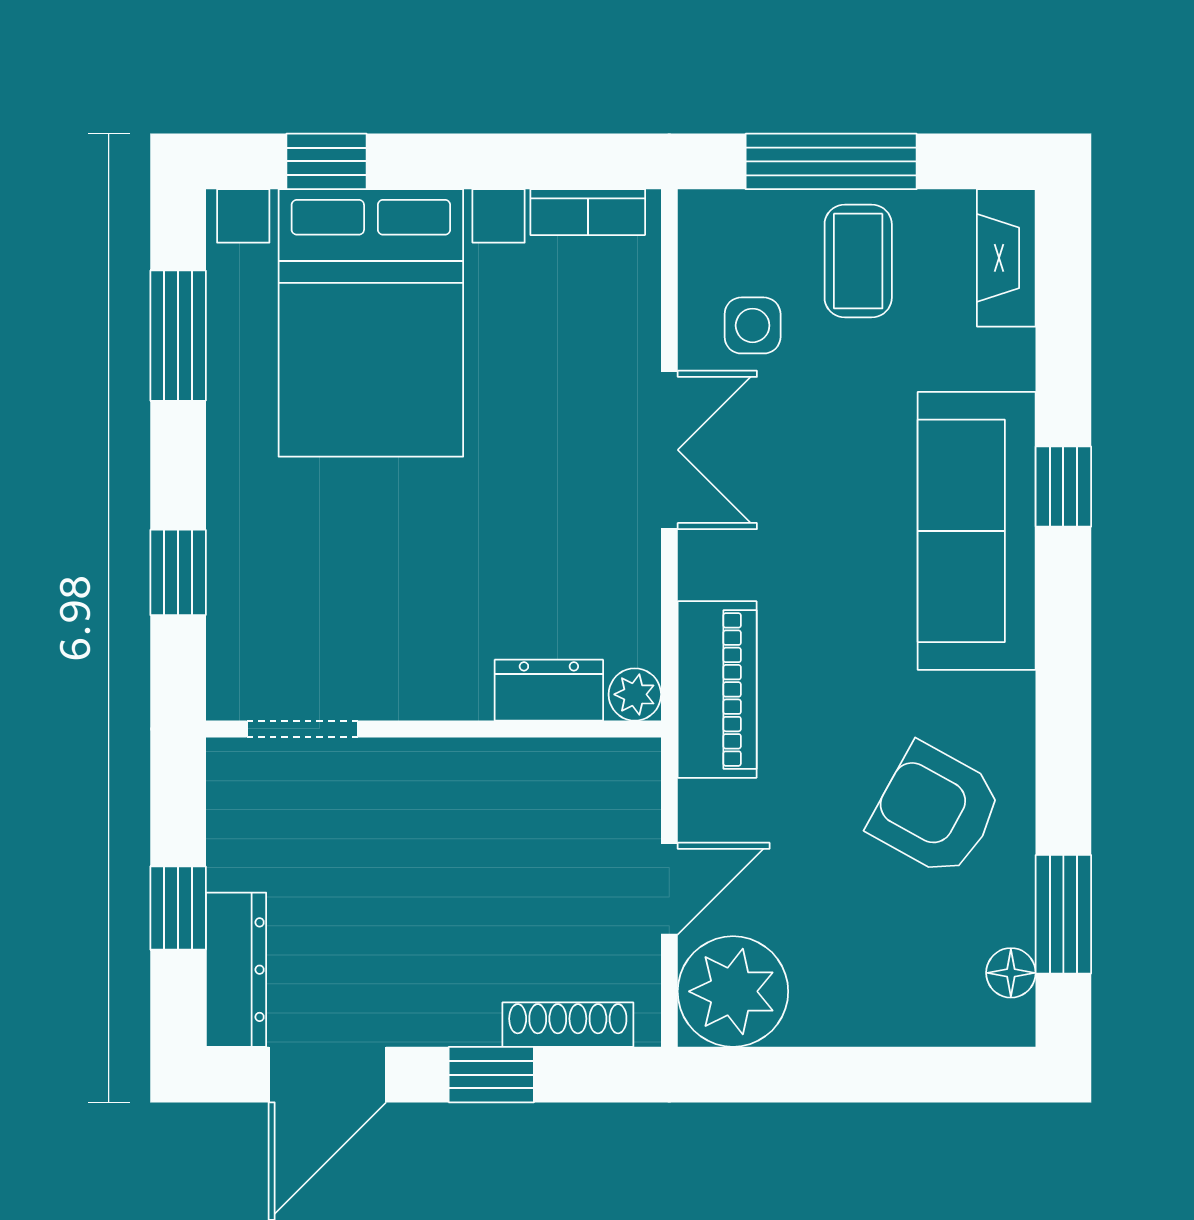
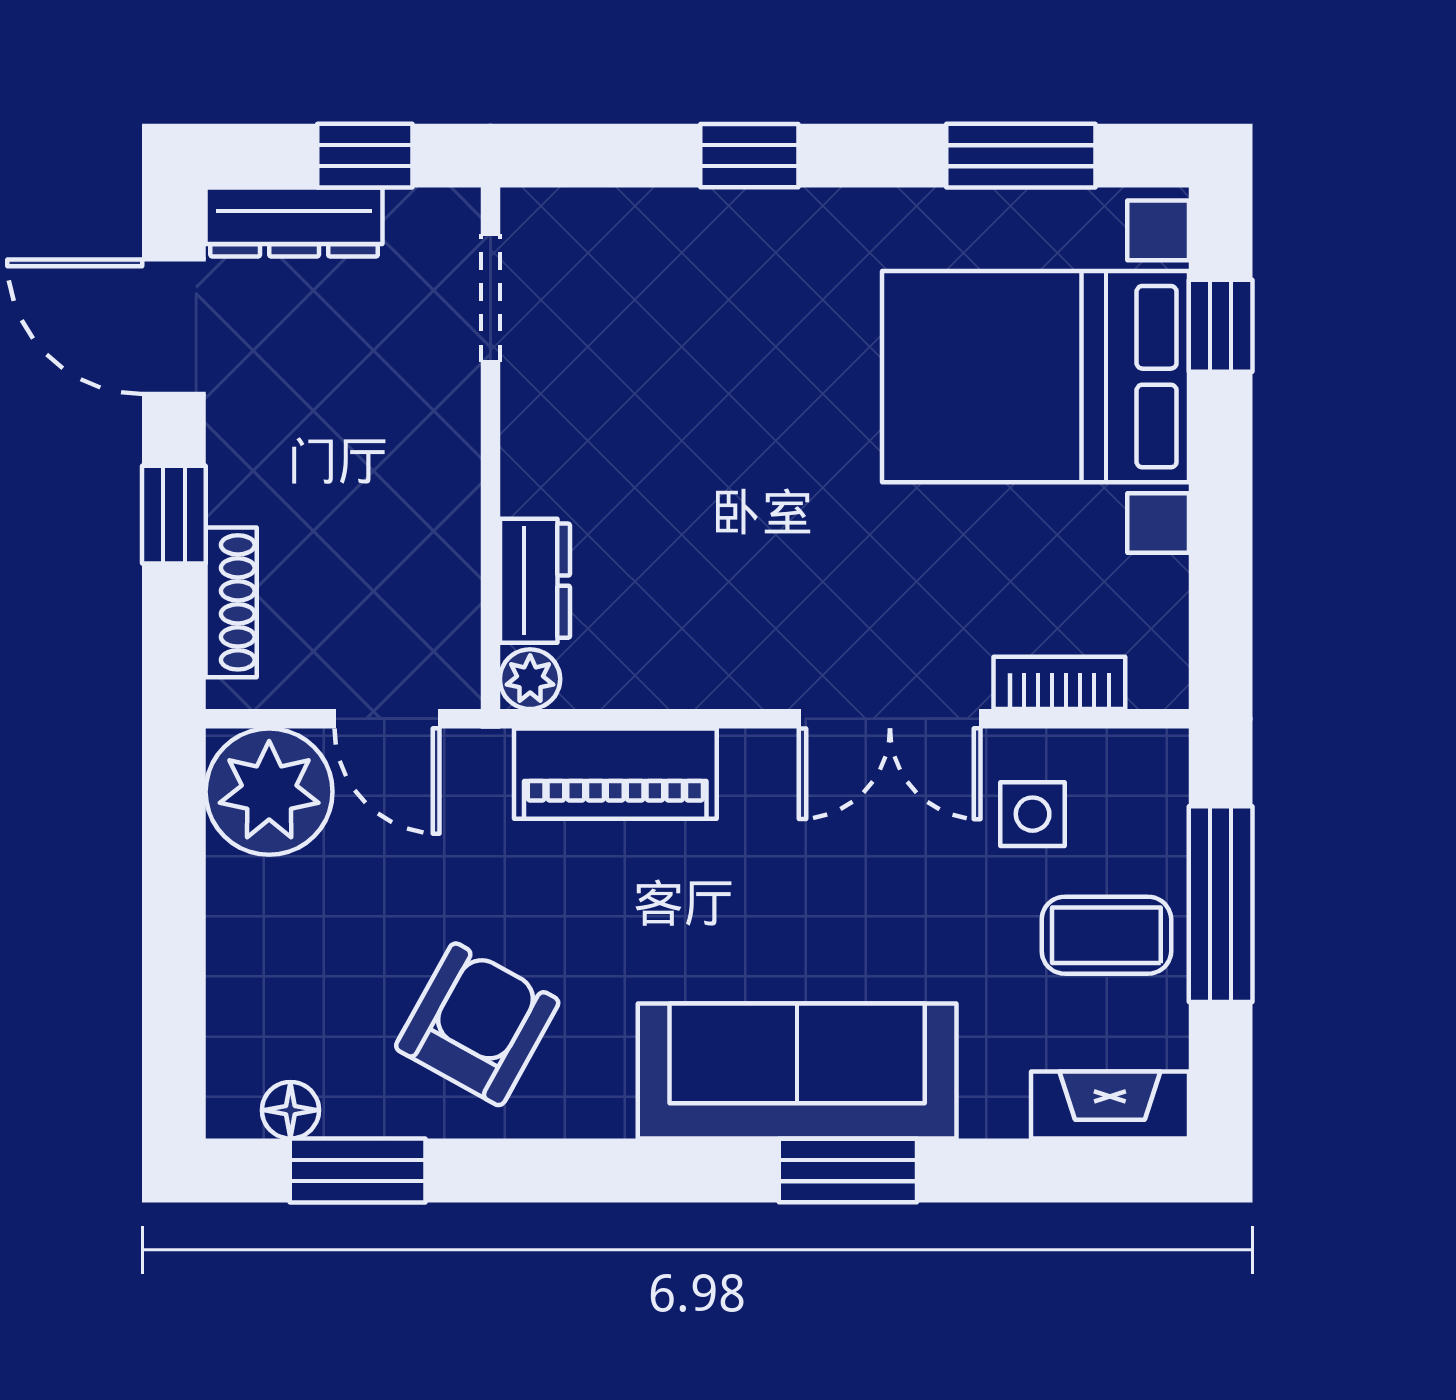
bookcase: (588, 212) -> (1059, 683), moved, turned 90
window: (1063, 487) -> (848, 1170), width x1.50
dresser: (549, 690) -> (535, 581), moved
plant: (635, 694) -> (530, 679), moved
doorway: (302, 729) -> (490, 298), moved
wall: (433, 729) -> (490, 448), moved

